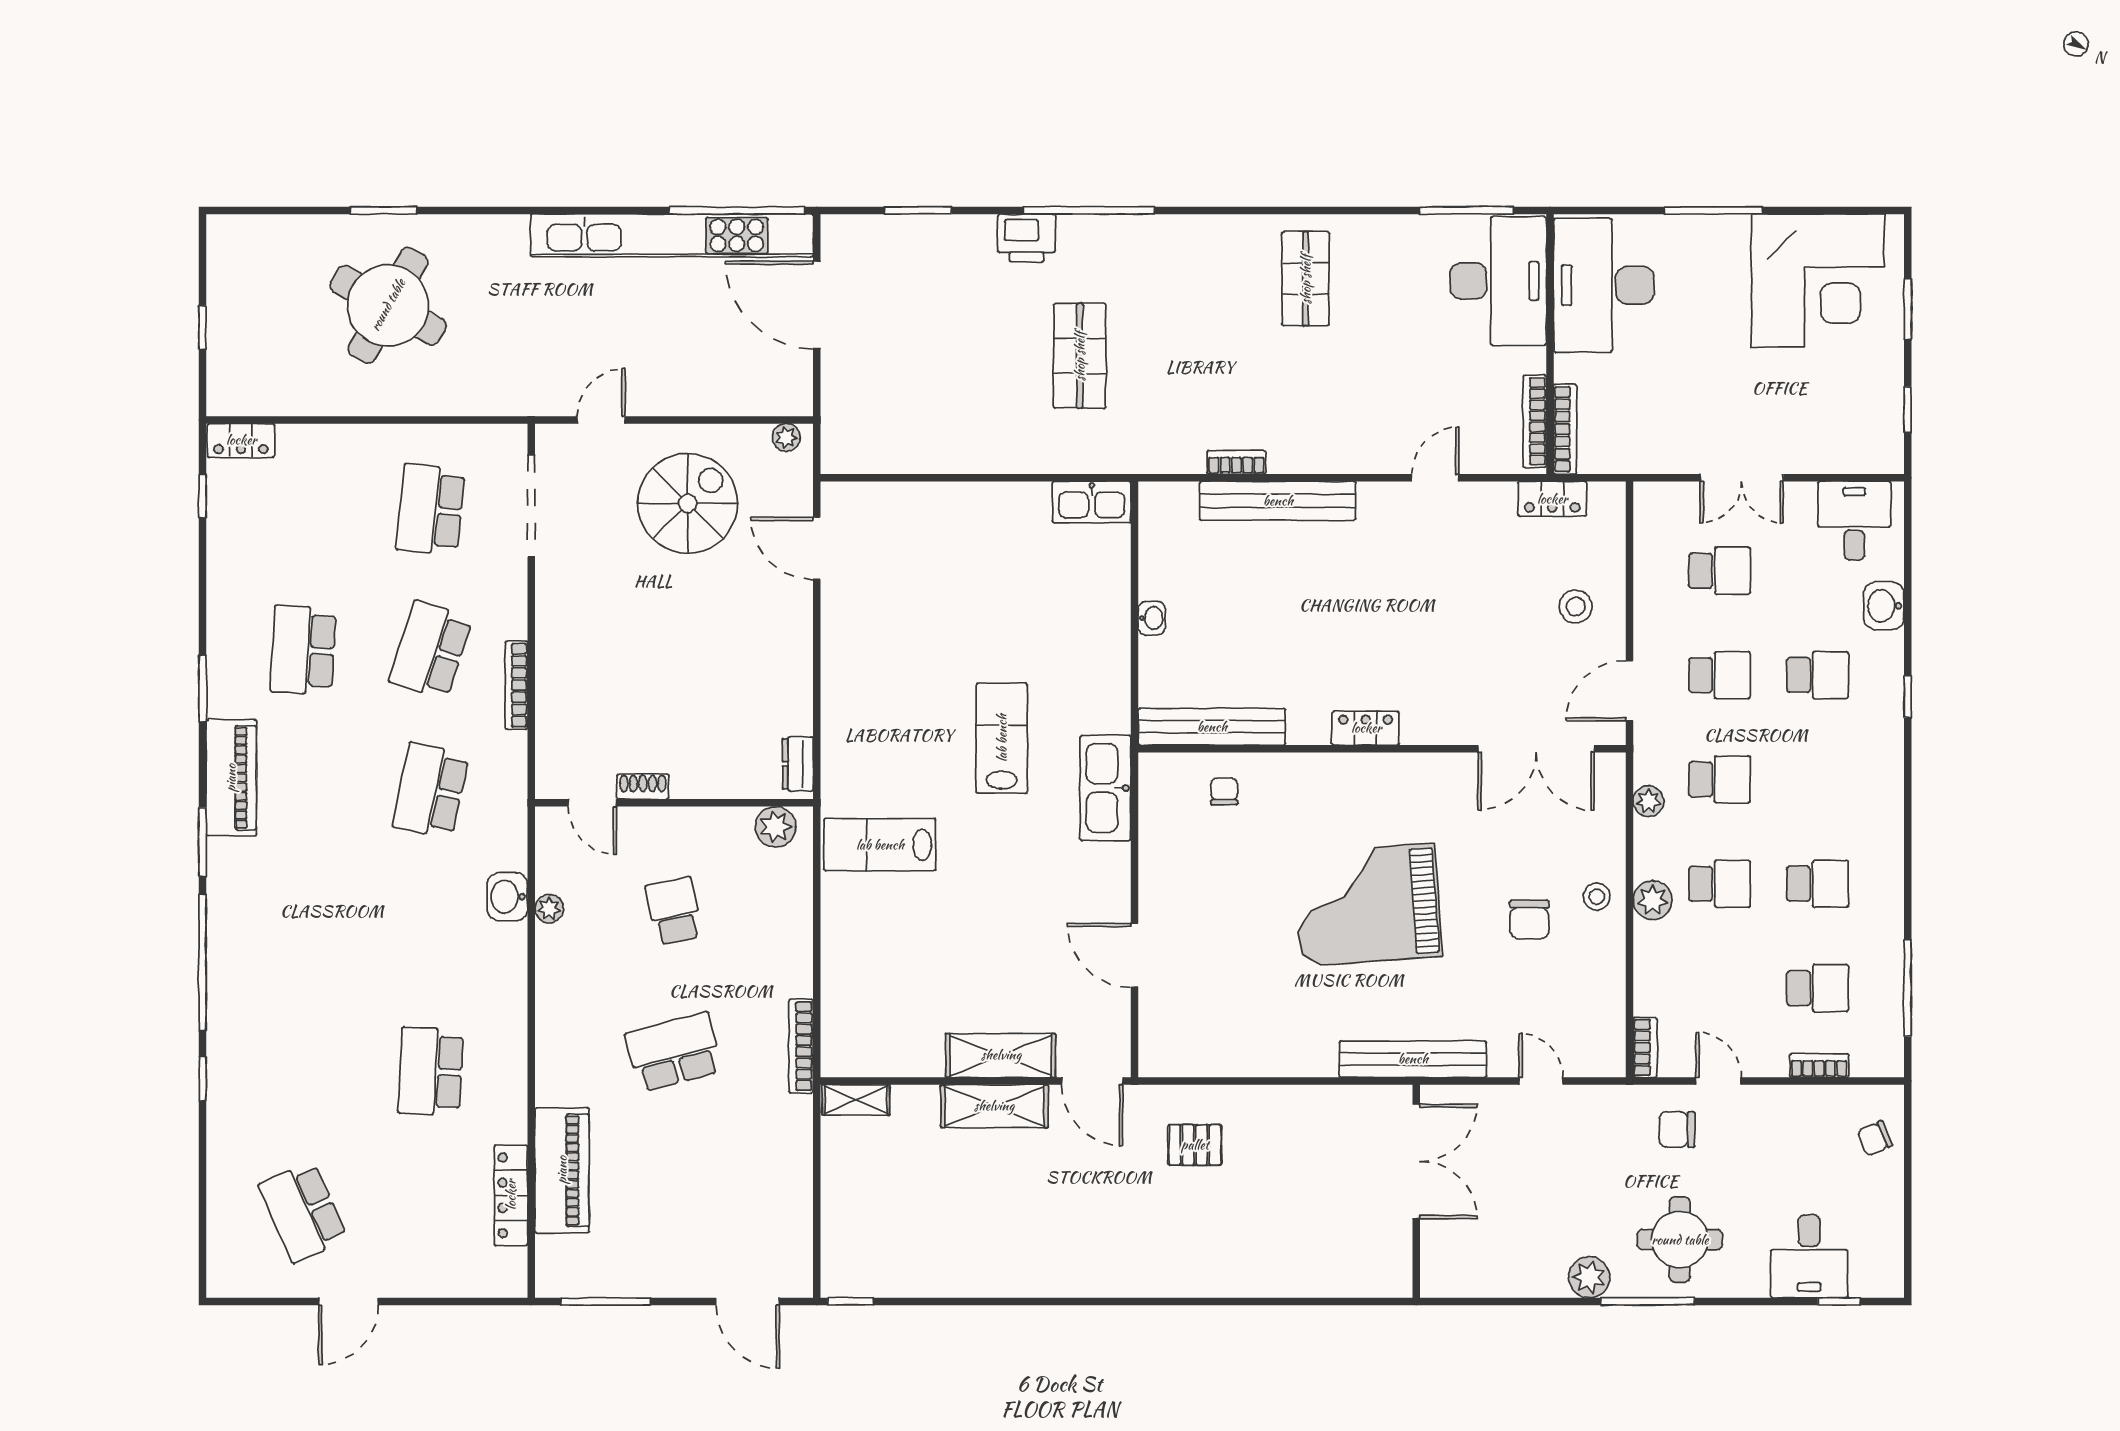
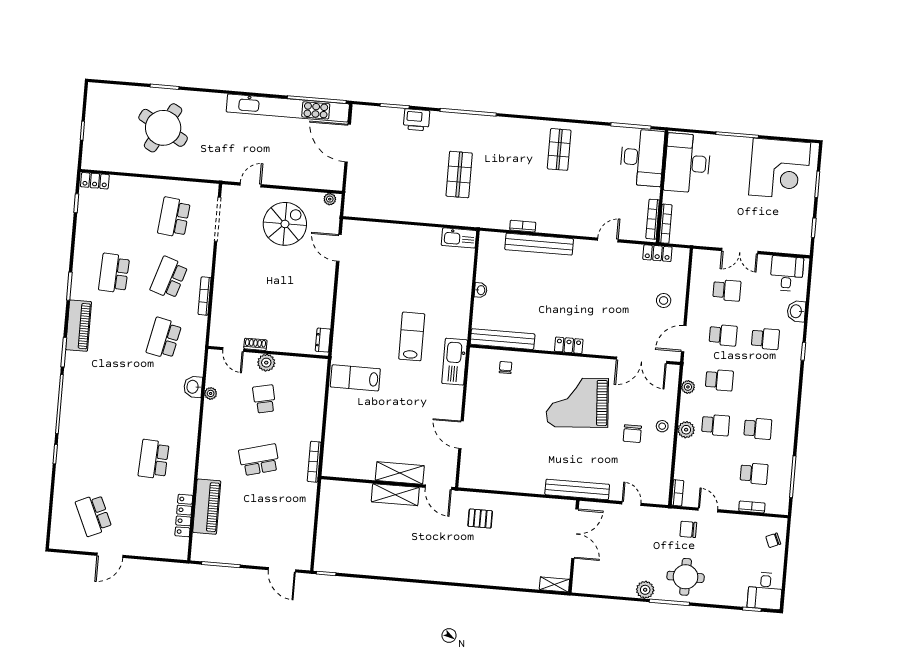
printer: (1027, 238) -> (416, 120), moved
plant: (775, 827) -> (266, 363), moved
grand piano: (1368, 905) -> (577, 403), moved
shelving: (856, 1100) -> (554, 584), moved
desk: (1809, 1256) -> (765, 591), moved

